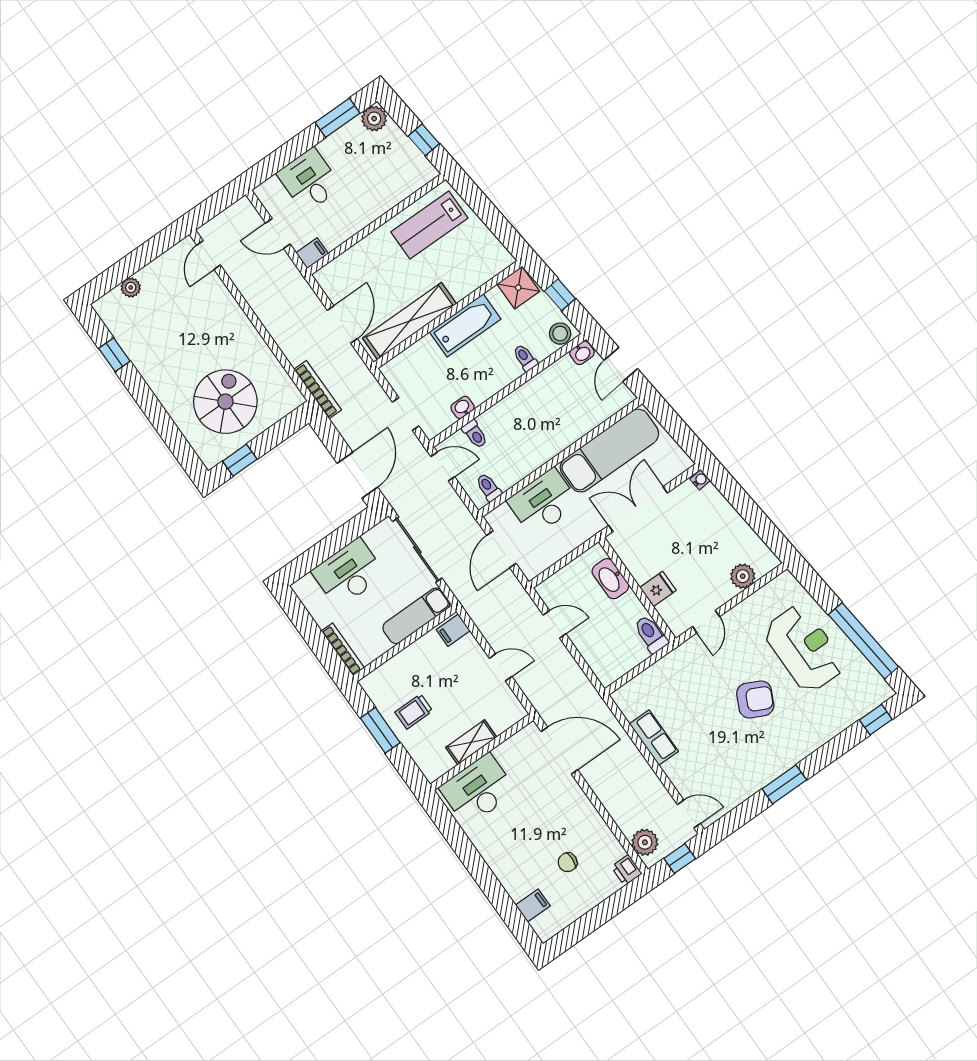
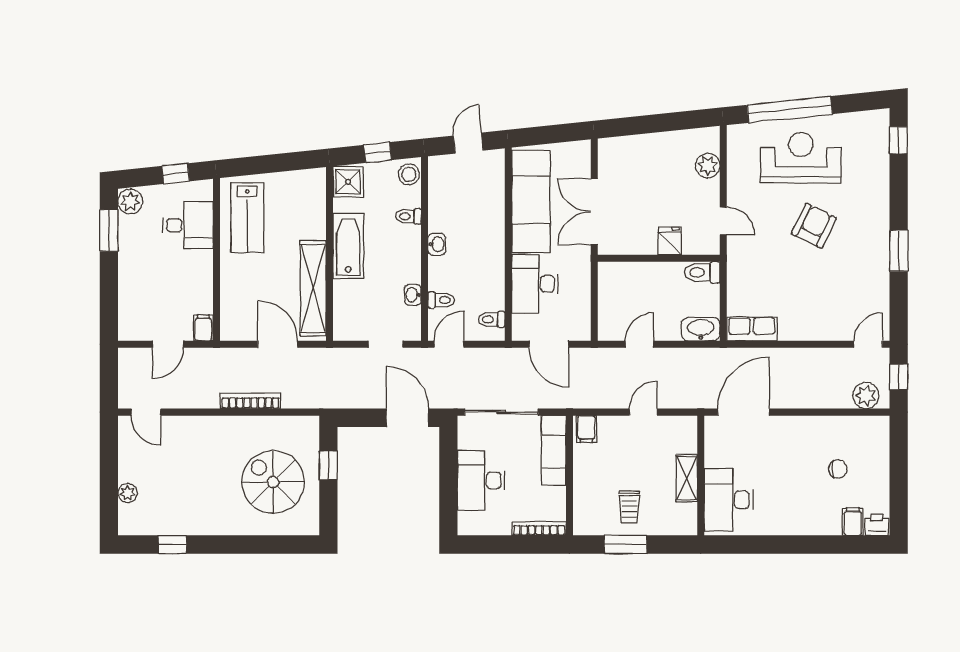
desk: (309, 180) -> (188, 225), moved, turned 180
washbasin: (582, 353) -> (437, 244), moved
door: (621, 364) -> (468, 143), swing flipped
bookcase: (318, 390) -> (251, 401), moved
window: (240, 460) -> (328, 466), moved
water cooler: (700, 480) -> (606, 145), removed
washbasin: (610, 579) -> (701, 329), moved, turned 180
window: (863, 641) -> (790, 109), moved
row of seats: (654, 738) -> (752, 329), moved
chair: (568, 862) -> (838, 469), turned -94
printer: (627, 870) -> (877, 525), moved, turned 180

